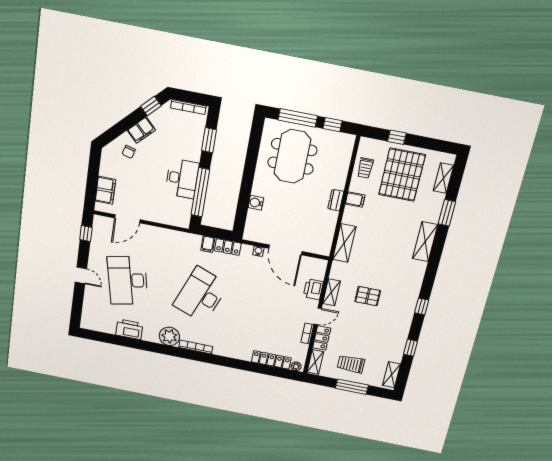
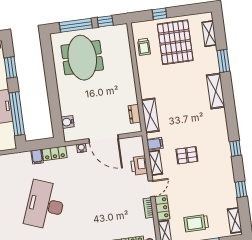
dresser: (336, 200) -> (134, 114), moved
filing cabinet: (355, 200) -> (155, 144), moved
water cooler: (256, 203) -> (68, 122), moved

